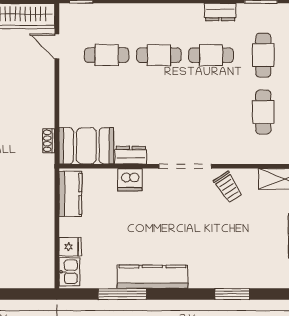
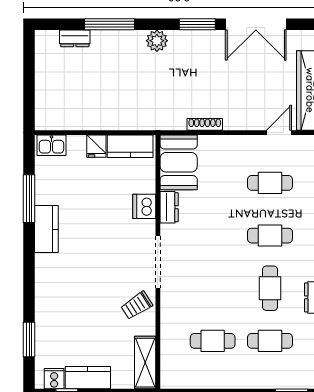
cafe table: (107, 55) -> (270, 183), turned 90
cafe table: (159, 55) -> (270, 236), turned 90
shoe rack: (49, 141) -> (205, 124), moved, width x1.43
fridge: (70, 247) -> (96, 146), moved
kitchen counter: (152, 277) -> (46, 229), width x0.67
window: (232, 294) -> (29, 339), moved

